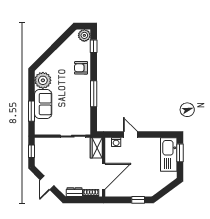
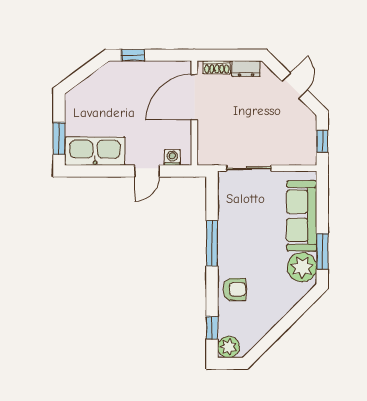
sofa: (43, 104) -> (302, 216), width x1.36
window: (31, 111) -> (322, 251), moved
door: (130, 135) -> (147, 171), hinge flipped
wardrobe: (96, 148) -> (208, 147), removed
kitchen sink: (169, 155) -> (95, 151), moved, turned -90

